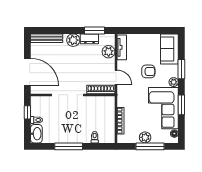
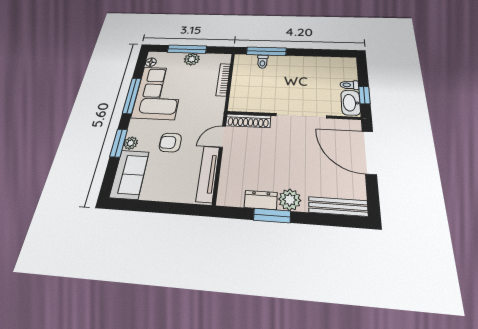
window: (94, 30) -> (272, 216), moved
tv unit: (122, 47) -> (208, 174), width x1.41
plant: (109, 52) -> (230, 176), removed
door: (116, 77) -> (223, 137), hinge flipped
plant: (174, 82) -> (131, 143), moved
window: (181, 105) -> (132, 96), width x1.44
washbasin: (36, 134) -> (351, 103), moved
window: (69, 146) -> (266, 51), moved

